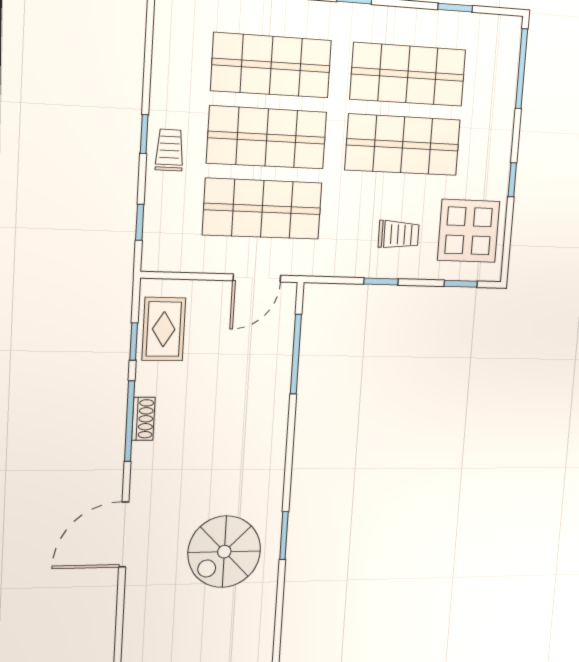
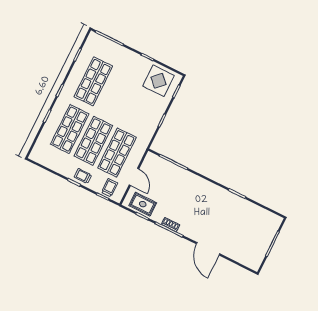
shop shelf: (403, 145) -> (117, 93), removed
trolley: (399, 234) -> (110, 188), moved
door: (257, 278) -> (134, 177), moved
spiral stairs: (224, 552) -> (232, 217), removed

